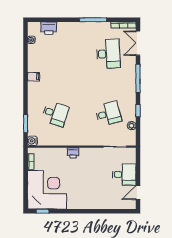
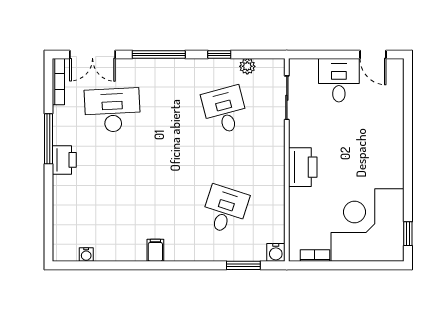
printer: (49, 28) -> (64, 160), moved
printer: (73, 153) -> (303, 167), width x1.87, depth x1.48

